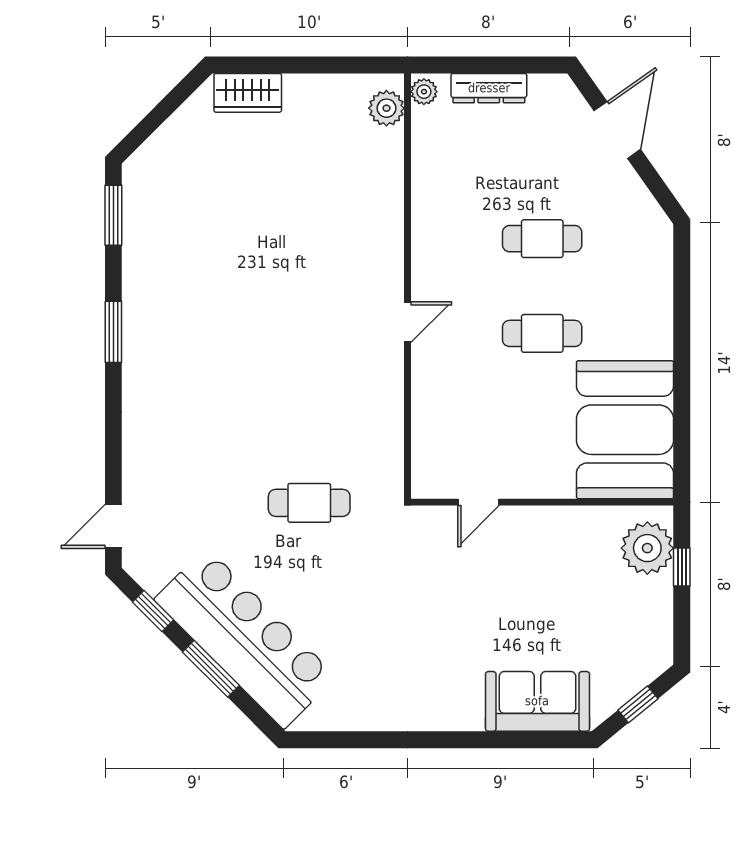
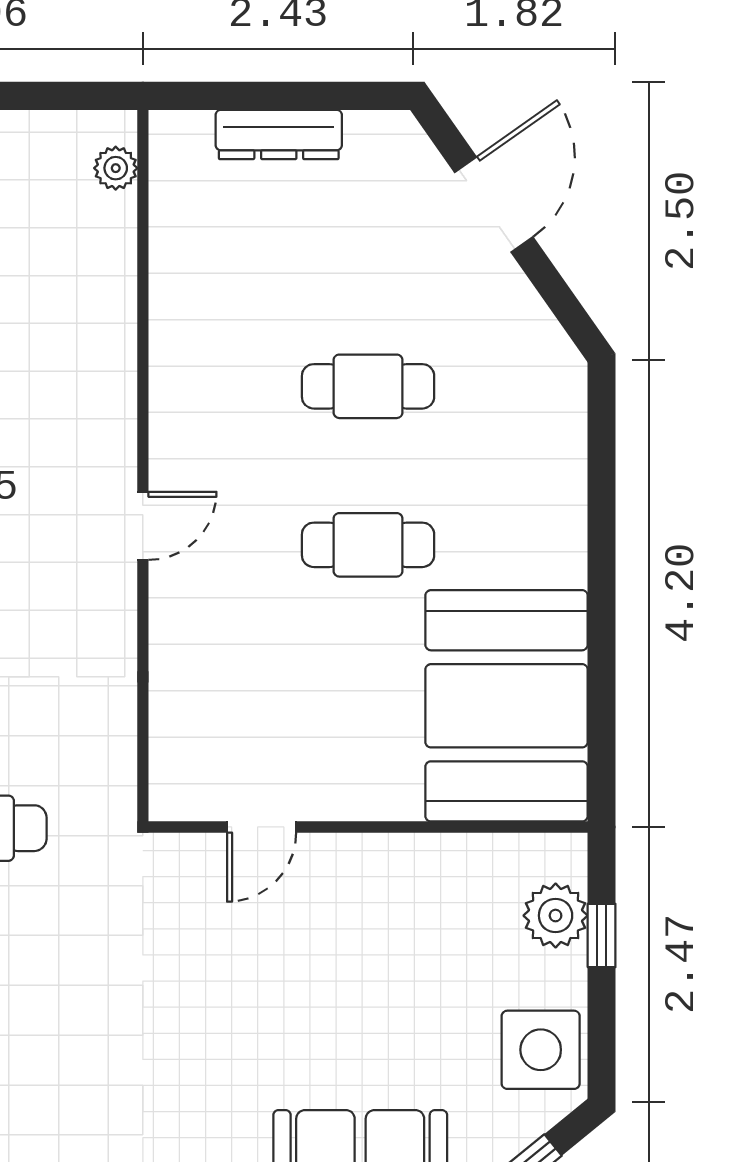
plant: (424, 92) -> (170, 140), removed
plant: (386, 108) -> (116, 168), width x0.73, depth x0.73
plant: (647, 548) -> (556, 916), width x0.73, depth x0.73
side table: (645, 635) -> (541, 1050), added

